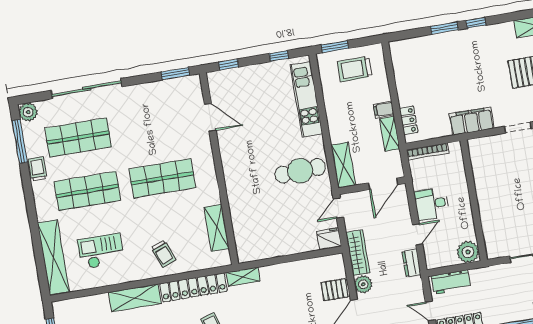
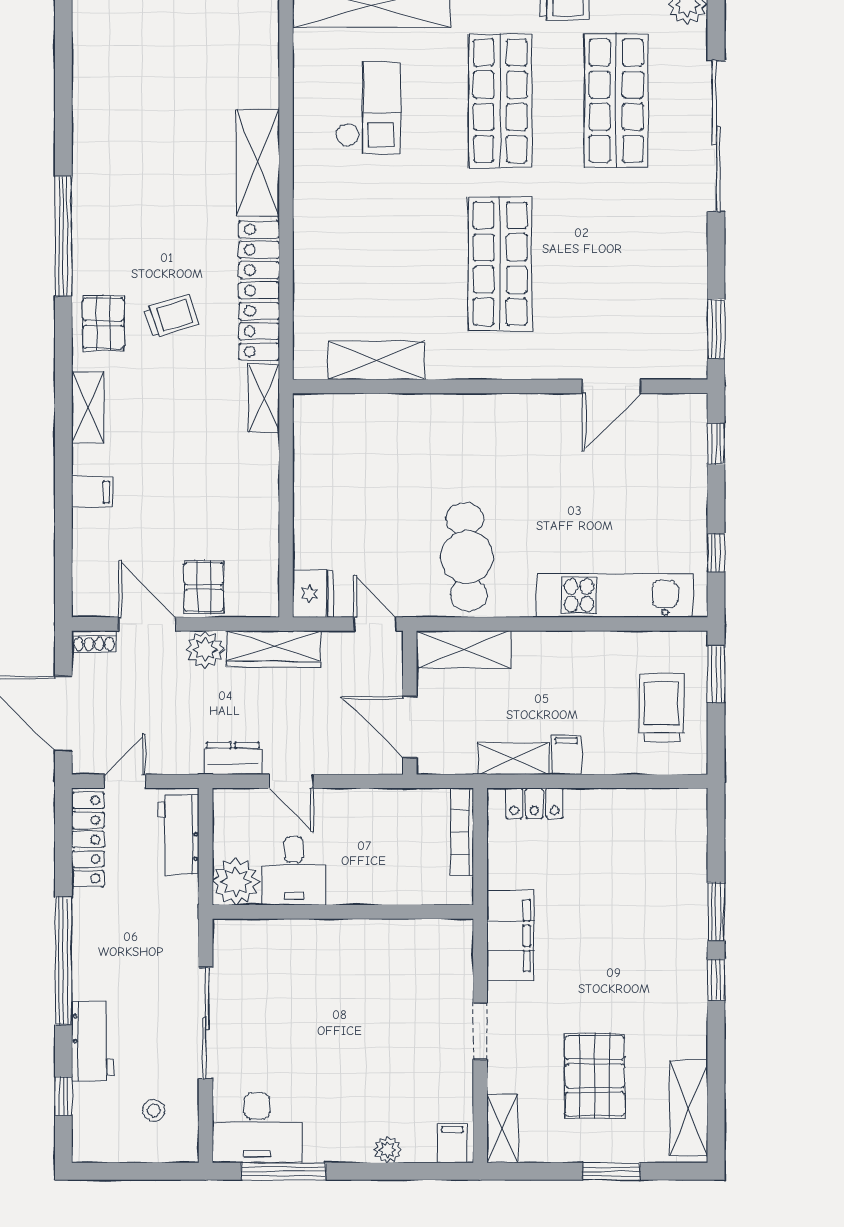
desk: (432, 204) -> (294, 871), moved, turned 180
trolley: (164, 254) -> (340, 239), removed

